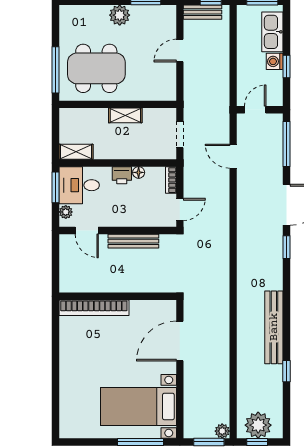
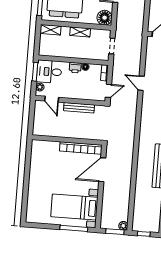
floor lamp: (164, 88) -> (105, 18), added
shelving: (76, 152) -> (51, 30), moved
door: (233, 156) -> (141, 83), moved
bookcase: (94, 308) -> (81, 148), moved
plant: (258, 425) -> (145, 224), removed

